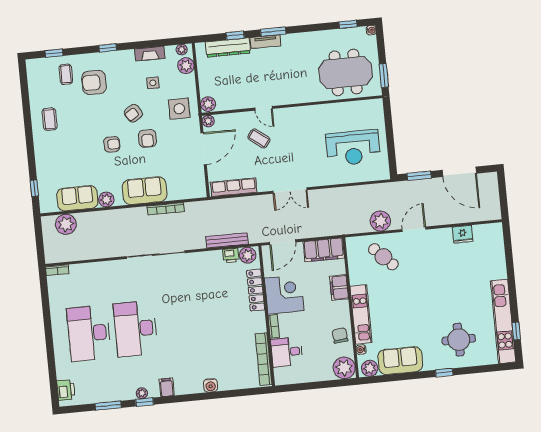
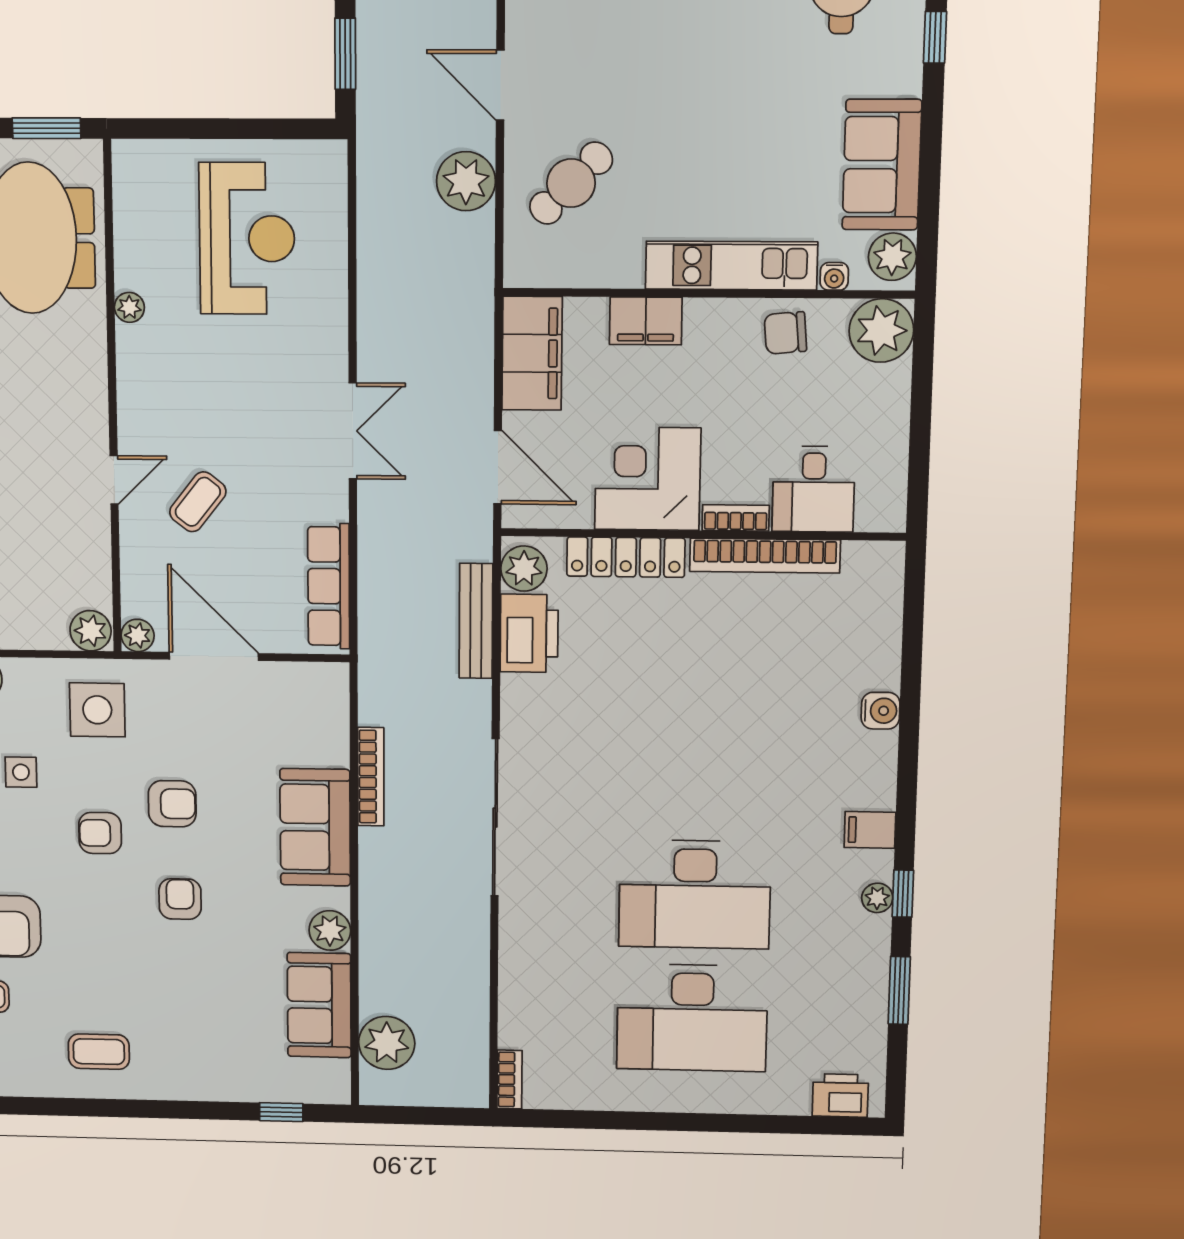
plant: (325, 109) -> (129, 307), added
armchair: (133, 113) -> (100, 833), turned 122
printer: (231, 256) -> (529, 633), width x1.87, depth x1.48
bookcase: (264, 359) -> (765, 556), moved

